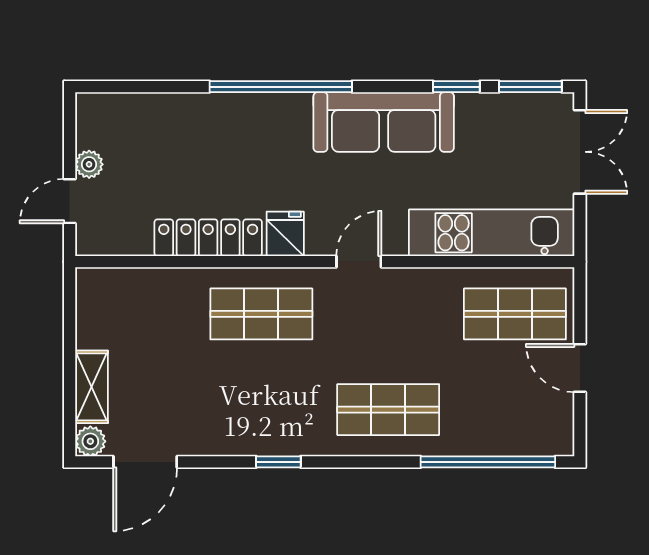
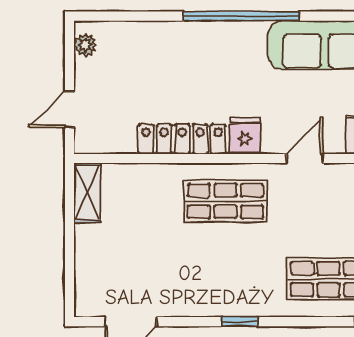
plant: (89, 164) -> (85, 45), moved
shelving: (92, 387) -> (87, 193), moved
plant: (90, 441) -> (86, 305), removed

